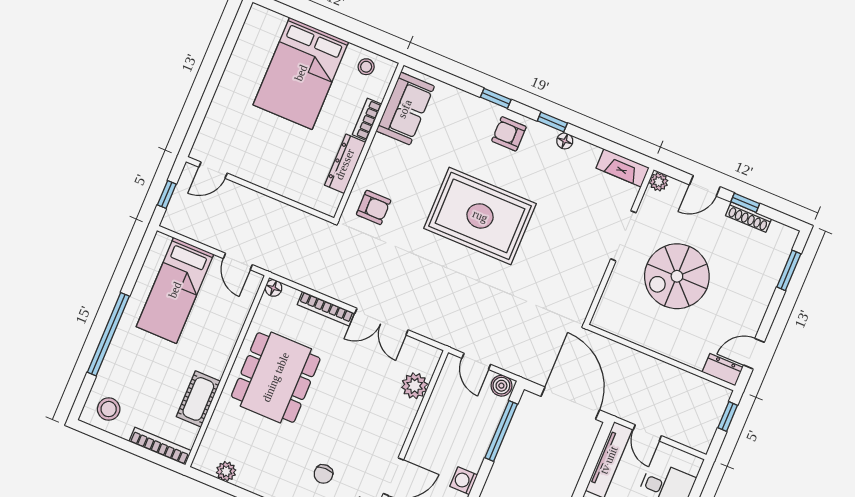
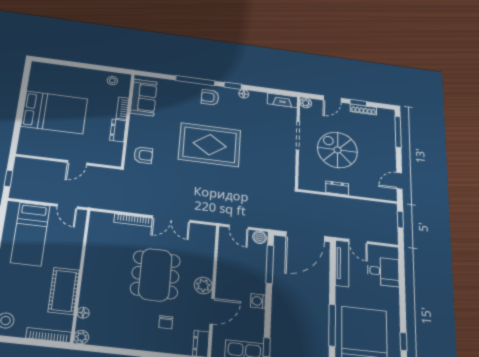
bed: (301, 73) -> (54, 112), moved, turned -90
window: (496, 98) -> (195, 81), width x2.17
dresser: (345, 164) -> (118, 130), width x0.70
door: (213, 170) -> (77, 163), moved
window: (789, 270) -> (398, 132), width x1.44
spiral stairs: (677, 276) -> (337, 150), turned 90
floor lamp: (273, 288) -> (83, 313), moved
dresser: (723, 370) -> (337, 188), moved
dining table: (276, 377) -> (155, 275), moved
plant: (415, 386) -> (203, 285), moved
cot: (198, 399) -> (64, 291), width x1.37, depth x1.34
door: (570, 403) -> (305, 236), swing flipped
plant: (226, 471) -> (81, 337), moved

